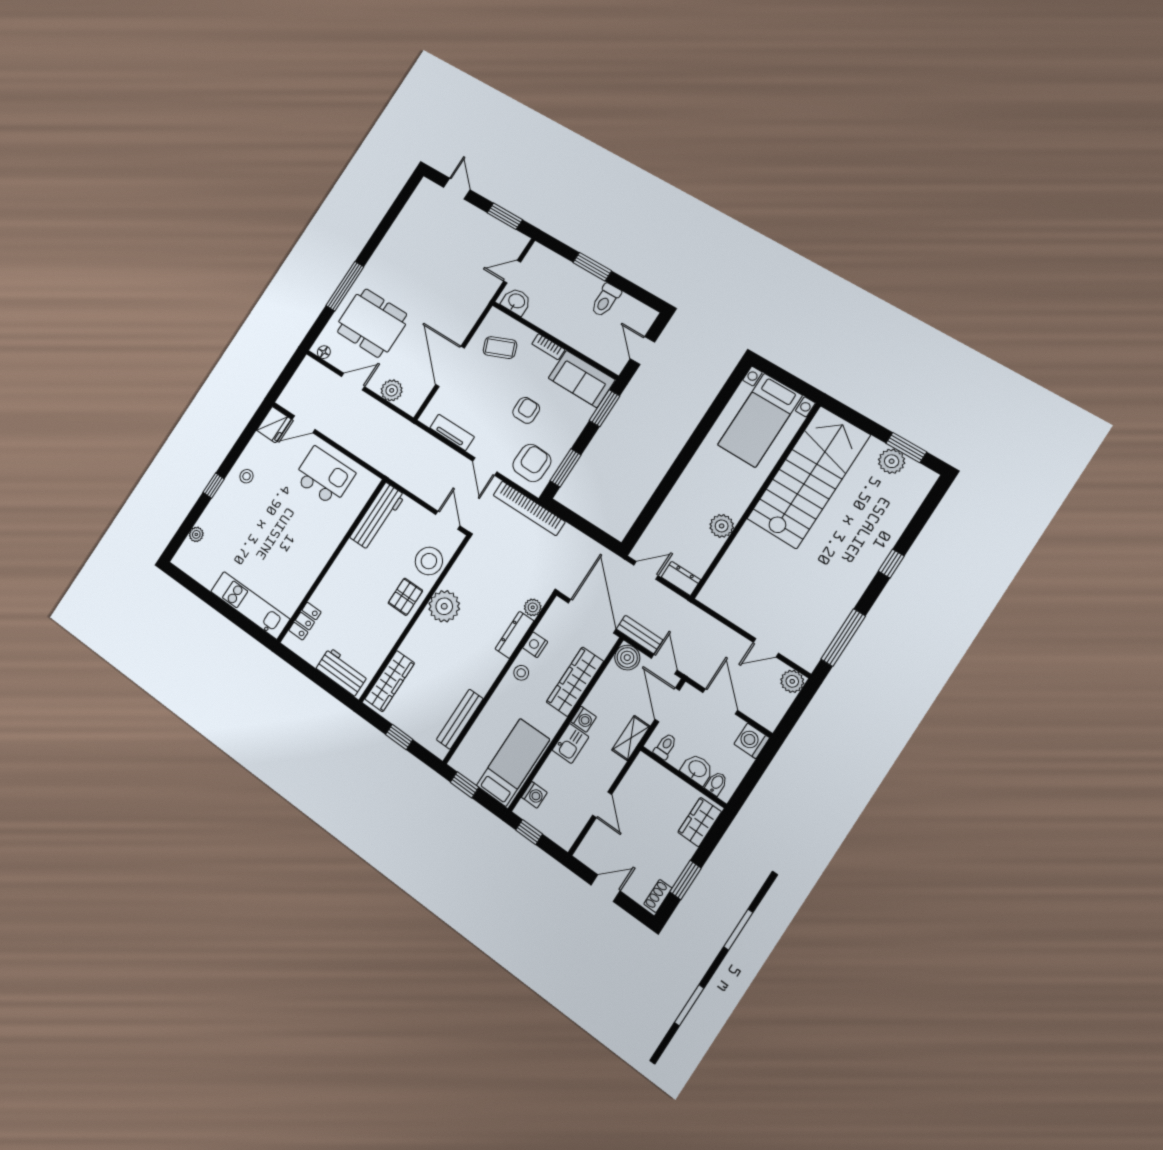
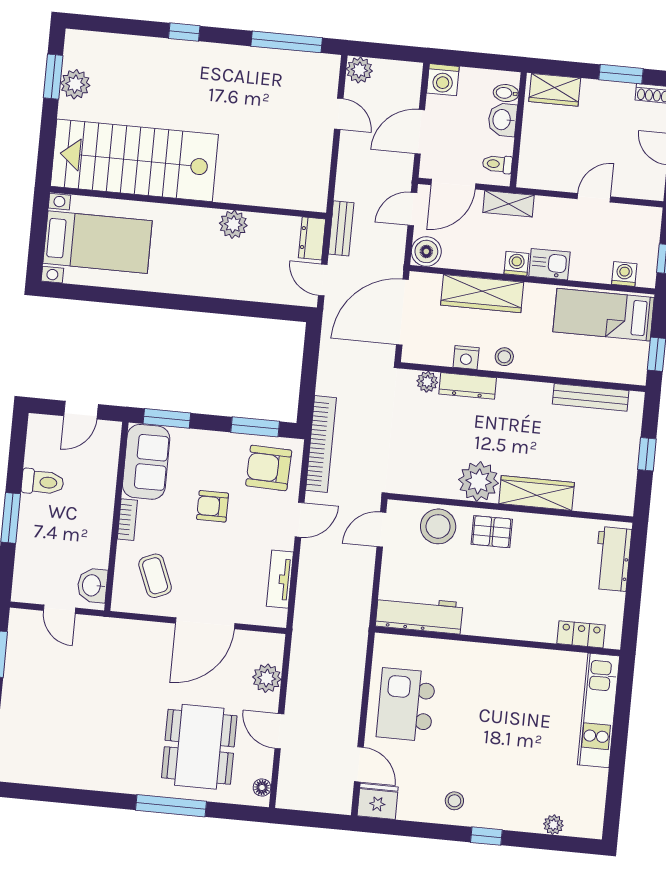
bench: (639, 634) -> (341, 228), moved
wardrobe: (390, 681) -> (537, 493), moved

